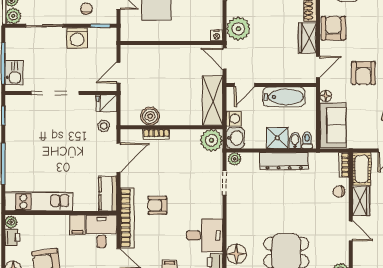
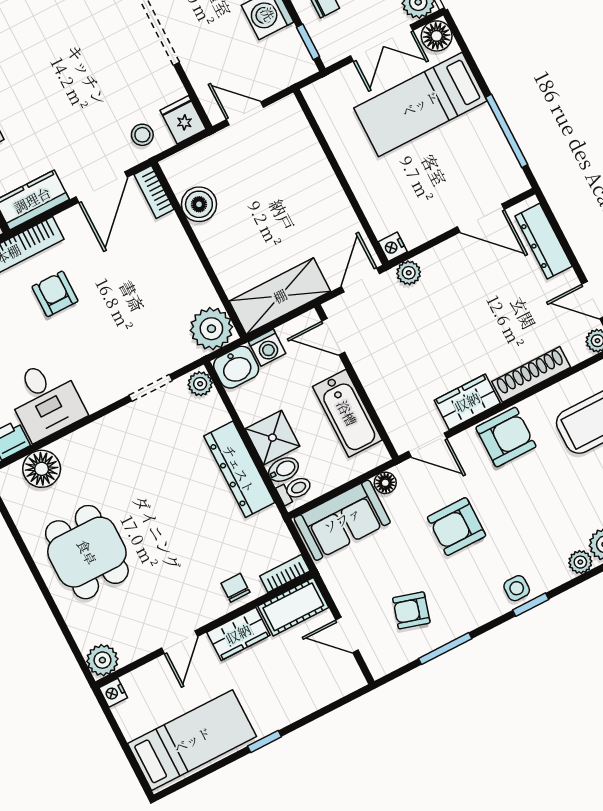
plant: (238, 29) -> (409, 273), width x0.53, depth x0.53
bookcase: (156, 134) -> (154, 192), moved
door: (119, 158) -> (102, 187), hinge flipped

